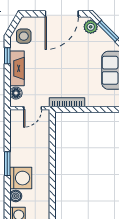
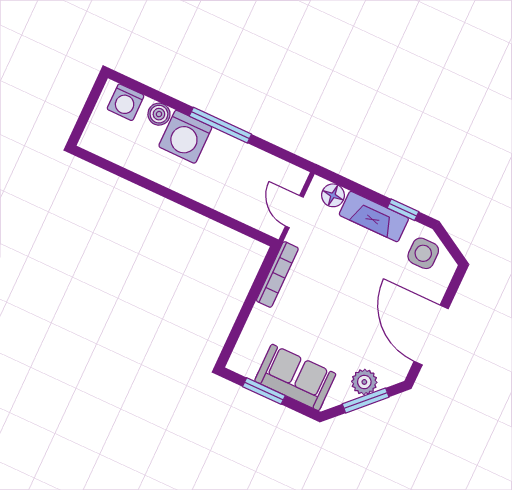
plant: (91, 27) -> (364, 382), moved
window: (7, 164) -> (220, 125), width x1.44

